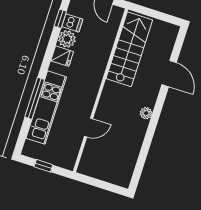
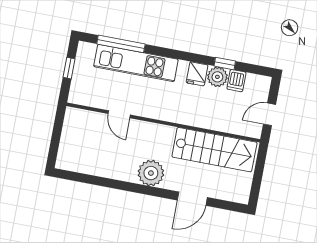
window: (60, 19) -> (225, 64), moved
window: (35, 98) -> (121, 44), moved
plant: (146, 113) -> (151, 173), width x1.87, depth x1.87

